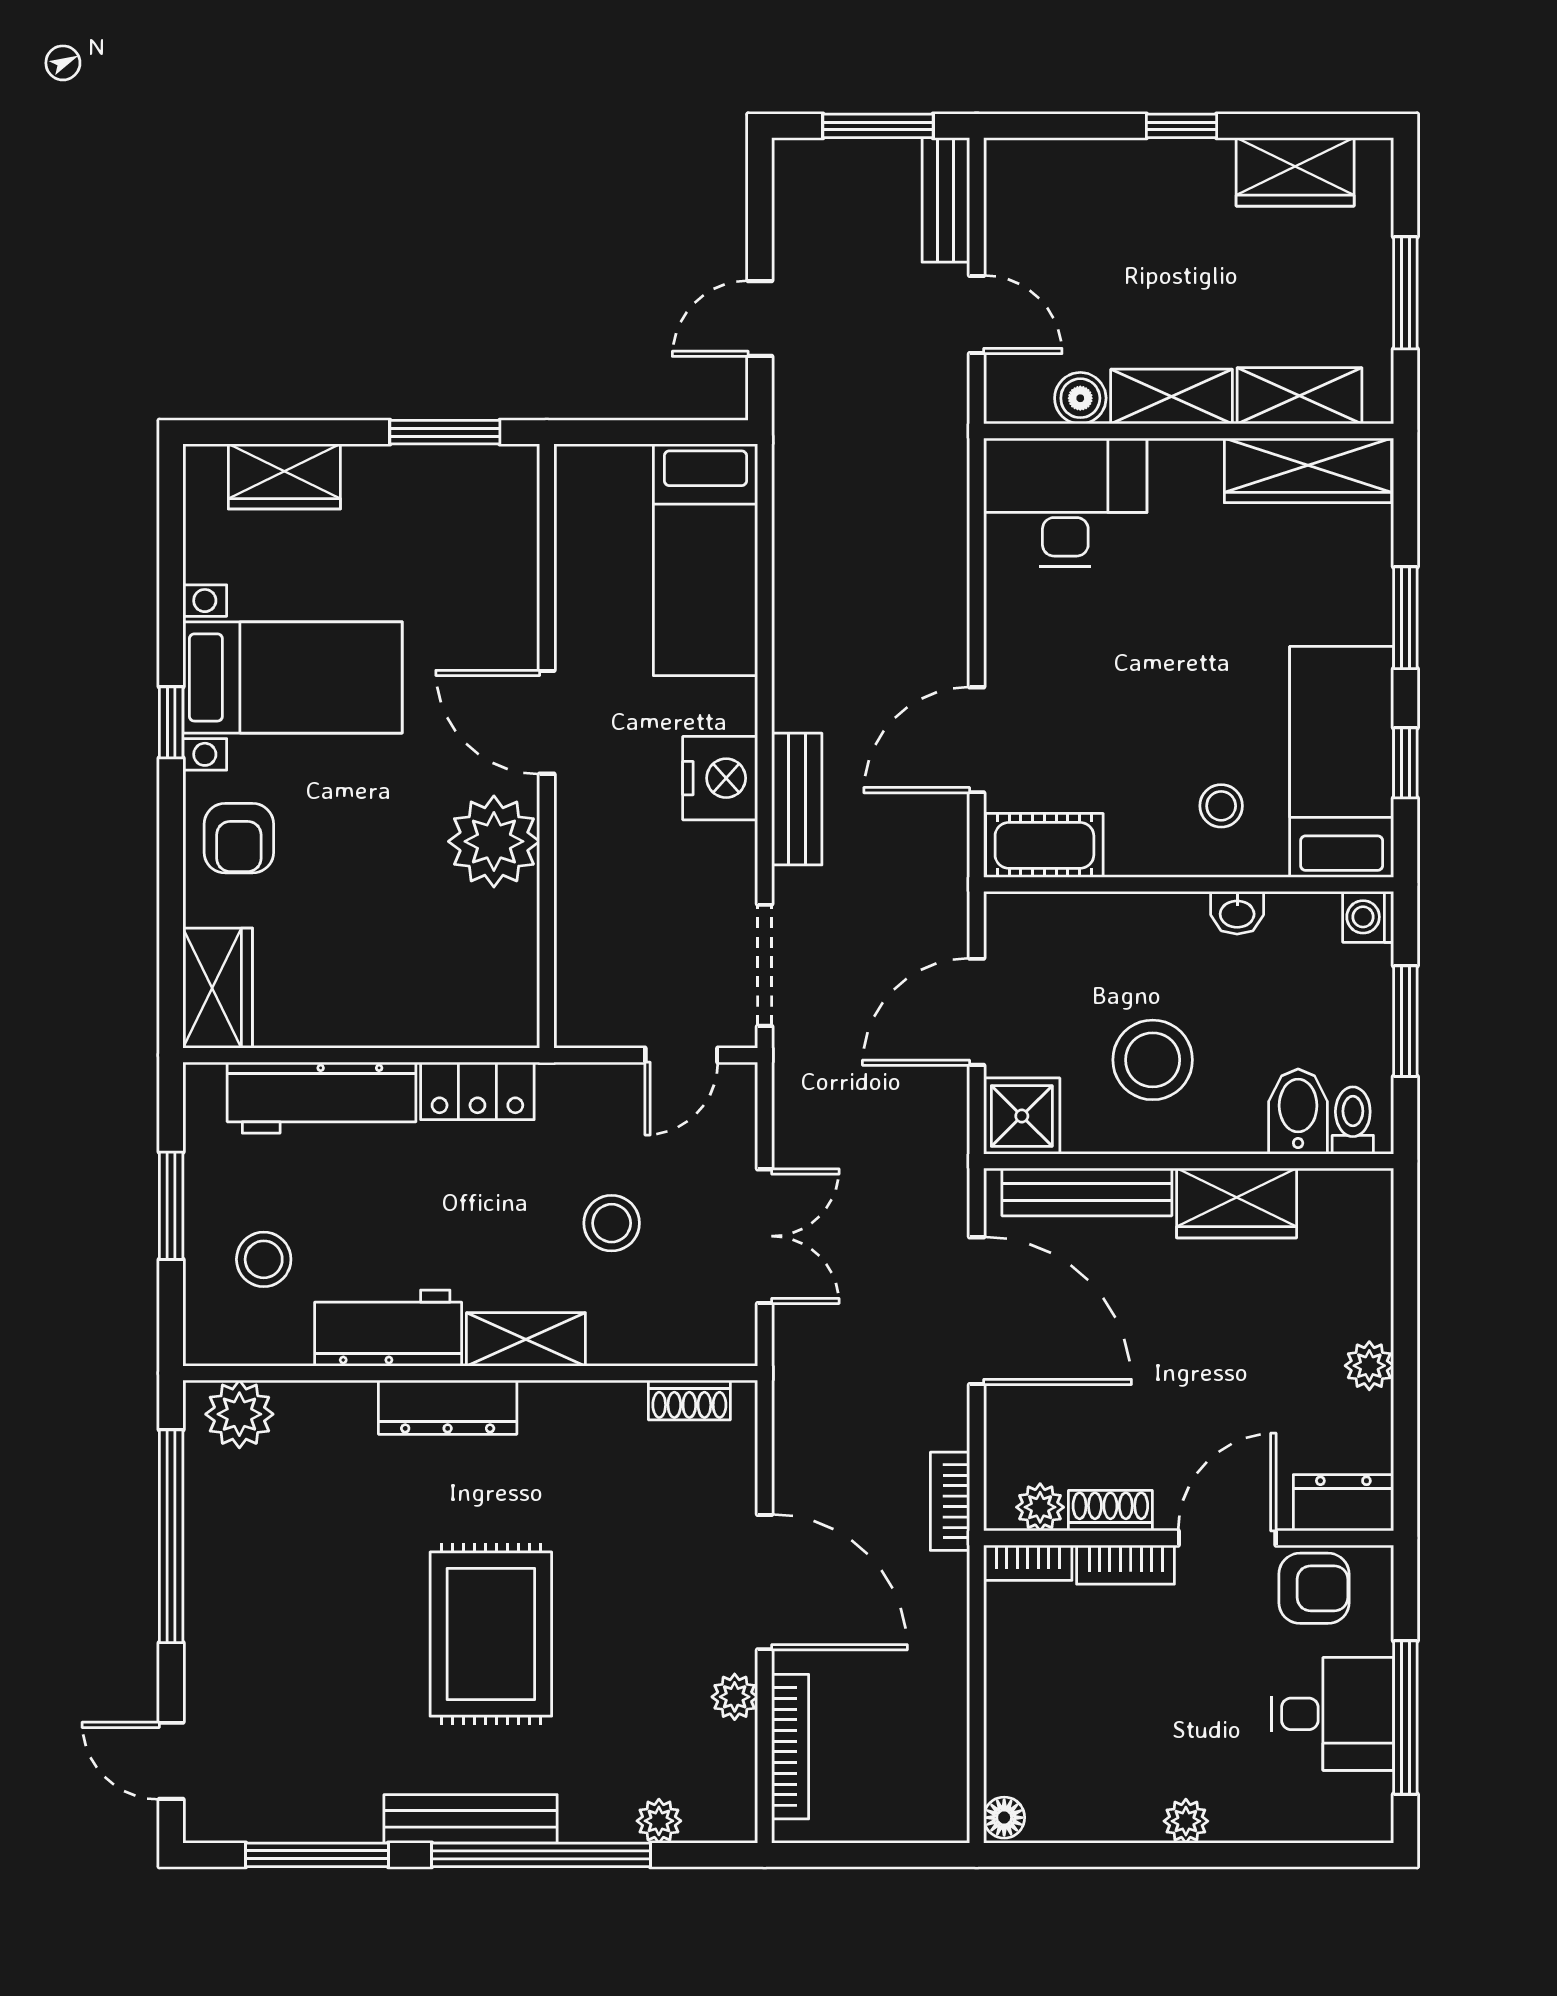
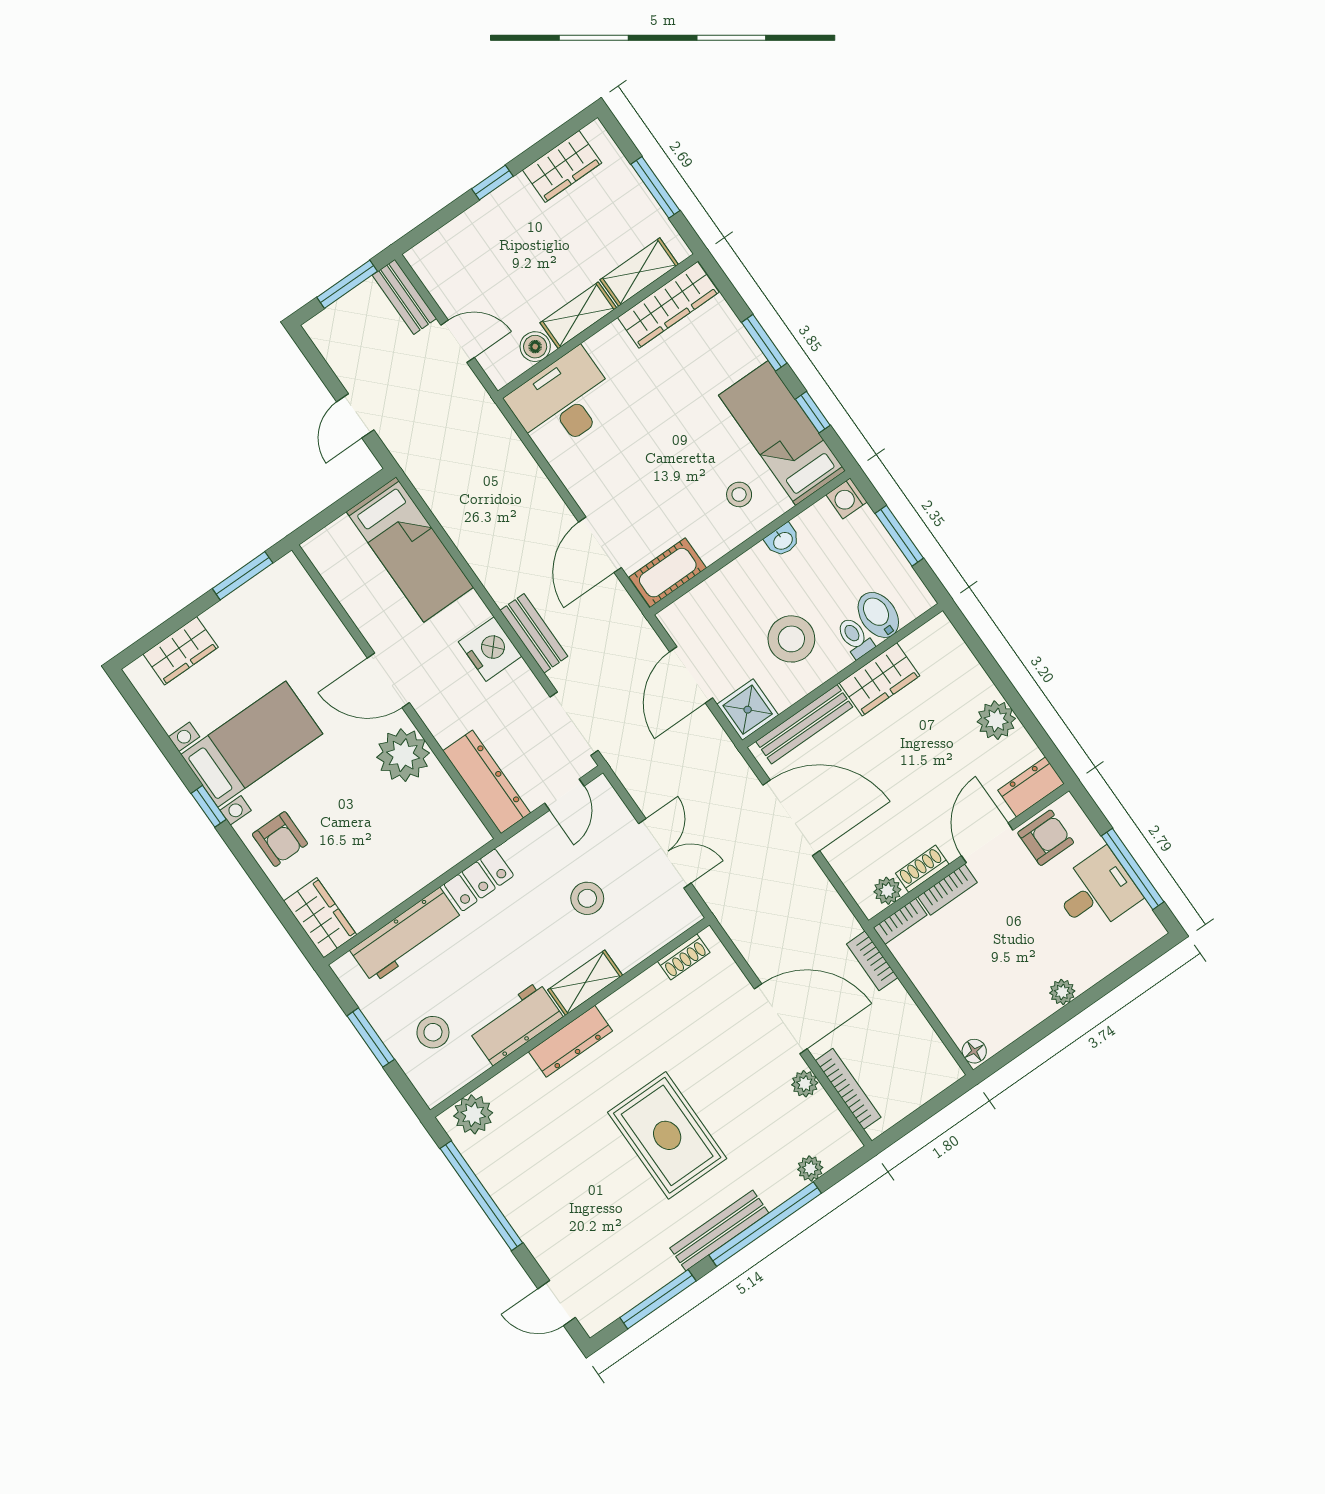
dresser: (585, 961) -> (487, 782), added
toilet: (1353, 1120) -> (855, 638), moved
plant: (1369, 1366) -> (996, 720), width x1.38, depth x1.38
bookcase: (950, 1501) -> (872, 961), moved

